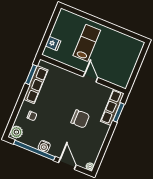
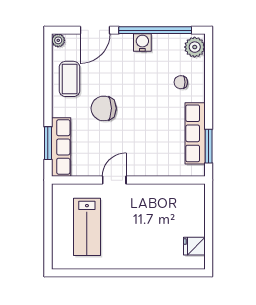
fridge: (53, 43) -> (194, 246), moved
lab bench: (87, 43) -> (87, 227), moved
door: (91, 77) -> (114, 180), swing flipped
coffee table: (92, 143) -> (70, 79), added
door: (67, 164) -> (95, 30), hinge flipped

